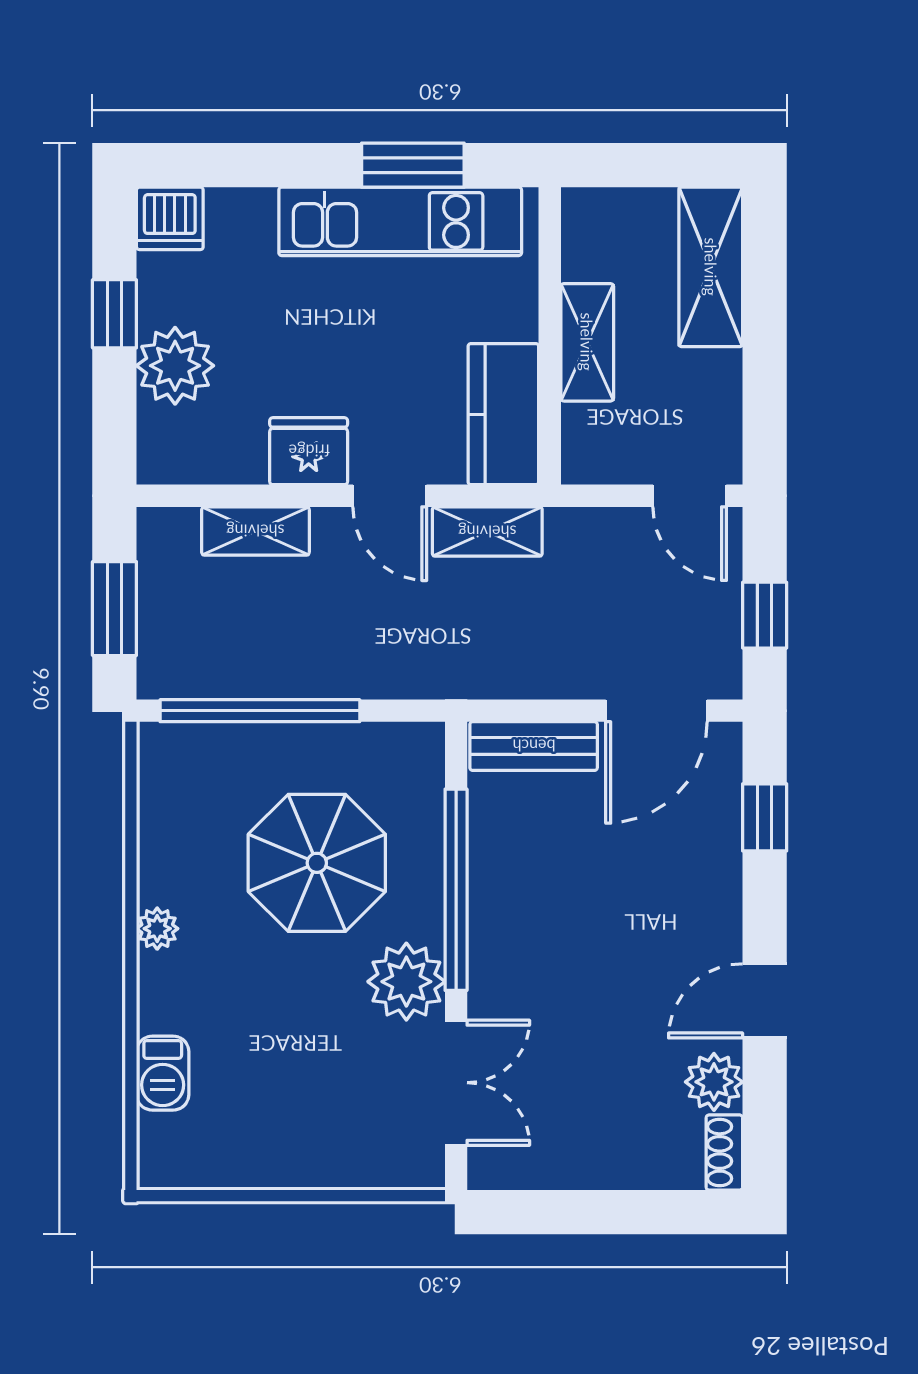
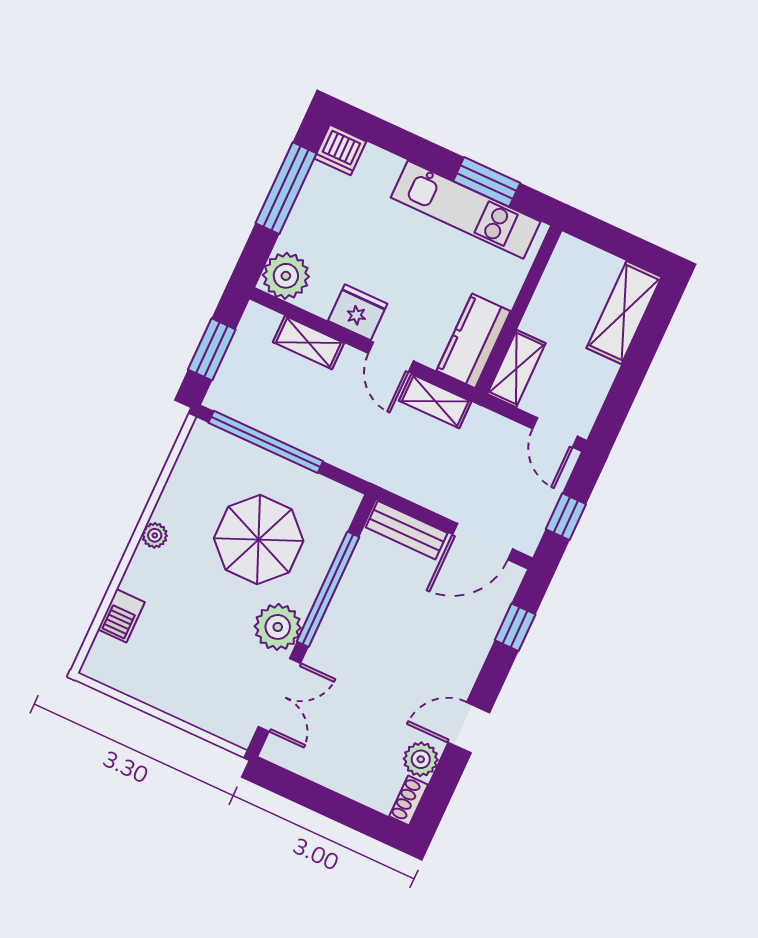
window: (114, 314) -> (286, 188), width x2.17
shelving: (587, 342) -> (516, 369), moved
plant: (175, 366) -> (286, 276), moved

